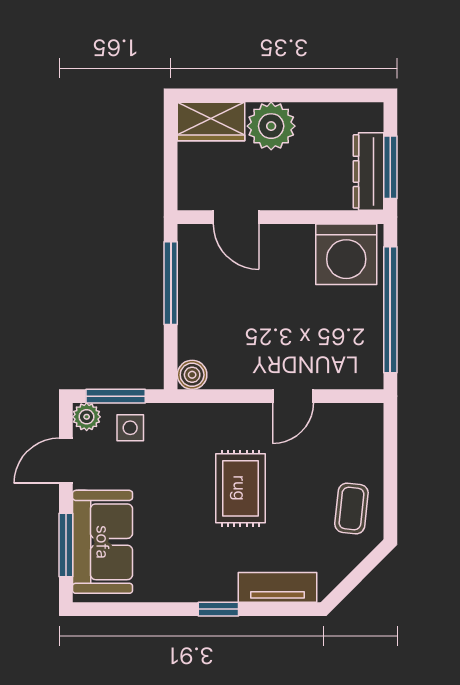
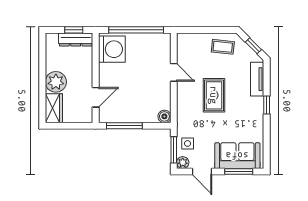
window: (390, 167) -> (74, 30), width x0.67
rug: (240, 488) -> (214, 95), turned 90
window: (354, 579) -> (253, 46), added

